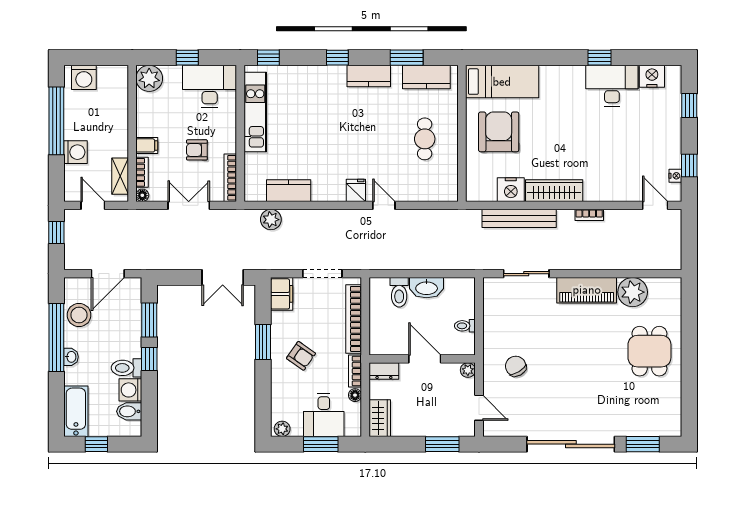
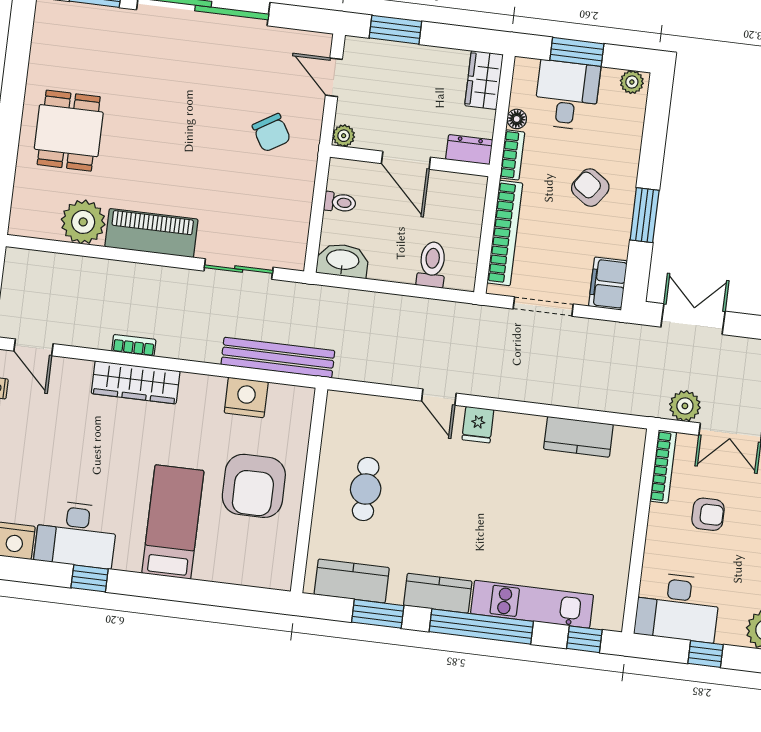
window: (337, 58) -> (481, 627), width x3.17
bed: (502, 82) -> (173, 522), moved, turned 90
kitchen unit: (255, 112) -> (532, 604), moved, turned 90
wardrobe: (554, 191) -> (136, 382), moved
bench: (519, 218) -> (278, 358), moved
plant: (271, 220) -> (685, 406), moved
washbasin: (427, 288) -> (343, 261), moved

